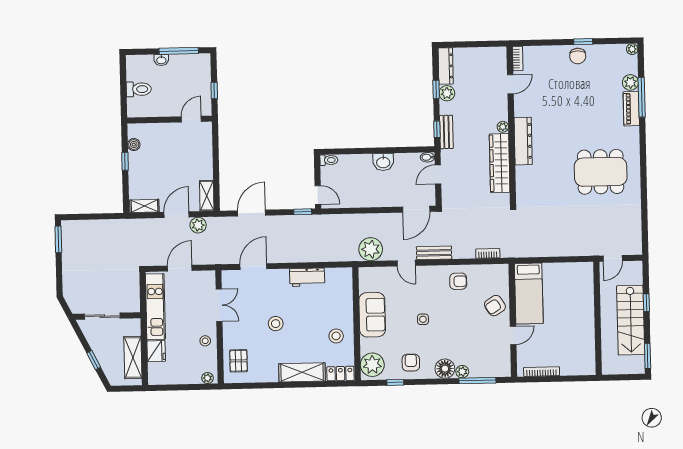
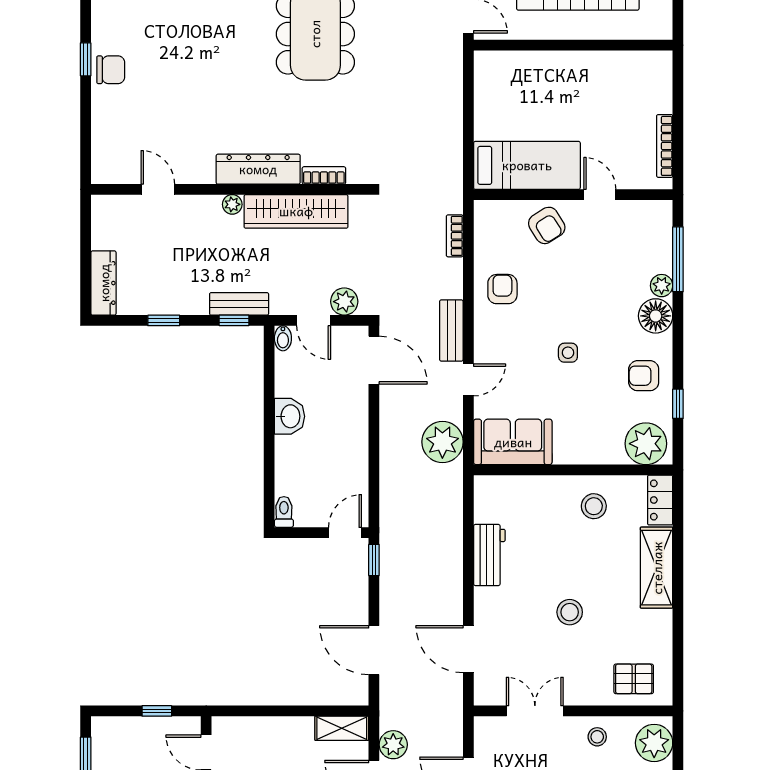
bookcase: (518, 58) -> (324, 175), moved
dresser: (446, 66) -> (104, 283), moved, turned 90
plant: (447, 93) -> (344, 302), moved
sofa: (372, 315) -> (513, 442), moved
plant: (207, 378) -> (654, 743), width x1.88, depth x1.88

